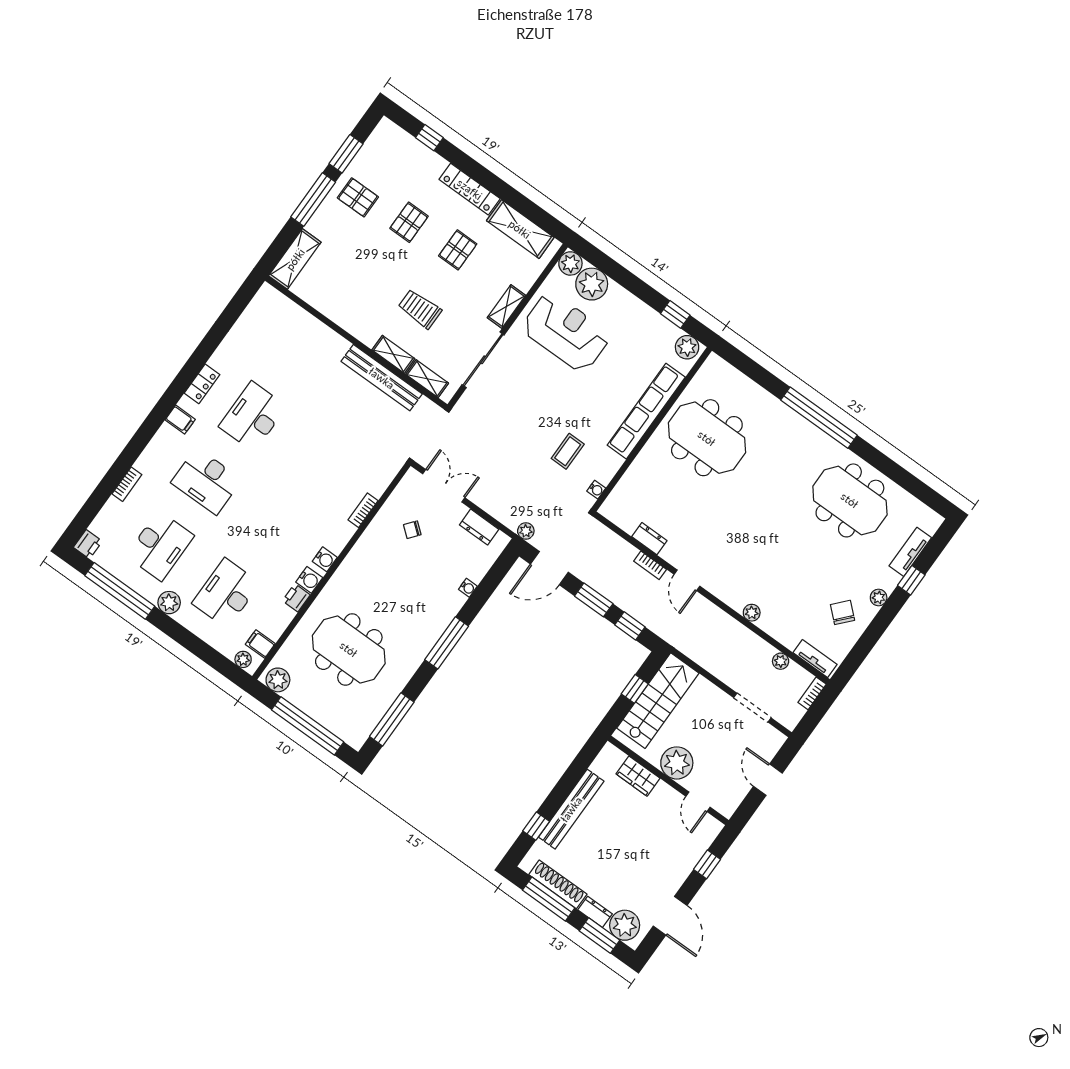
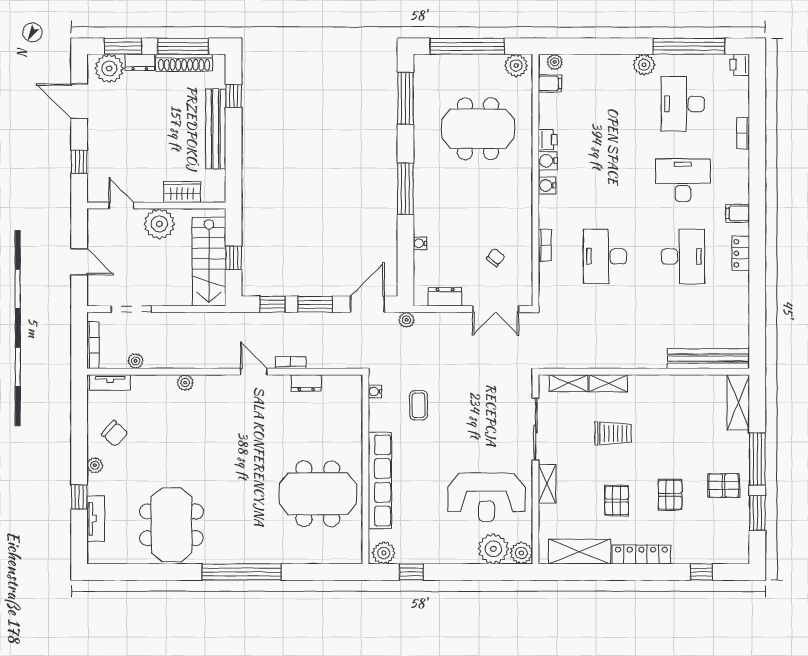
bench: (382, 378) -> (708, 359), moved
meeting table: (850, 500) -> (171, 525), turned 90
desk: (226, 593) -> (605, 256), moved, turned 180
bookcase: (812, 693) -> (93, 345), width x1.56

